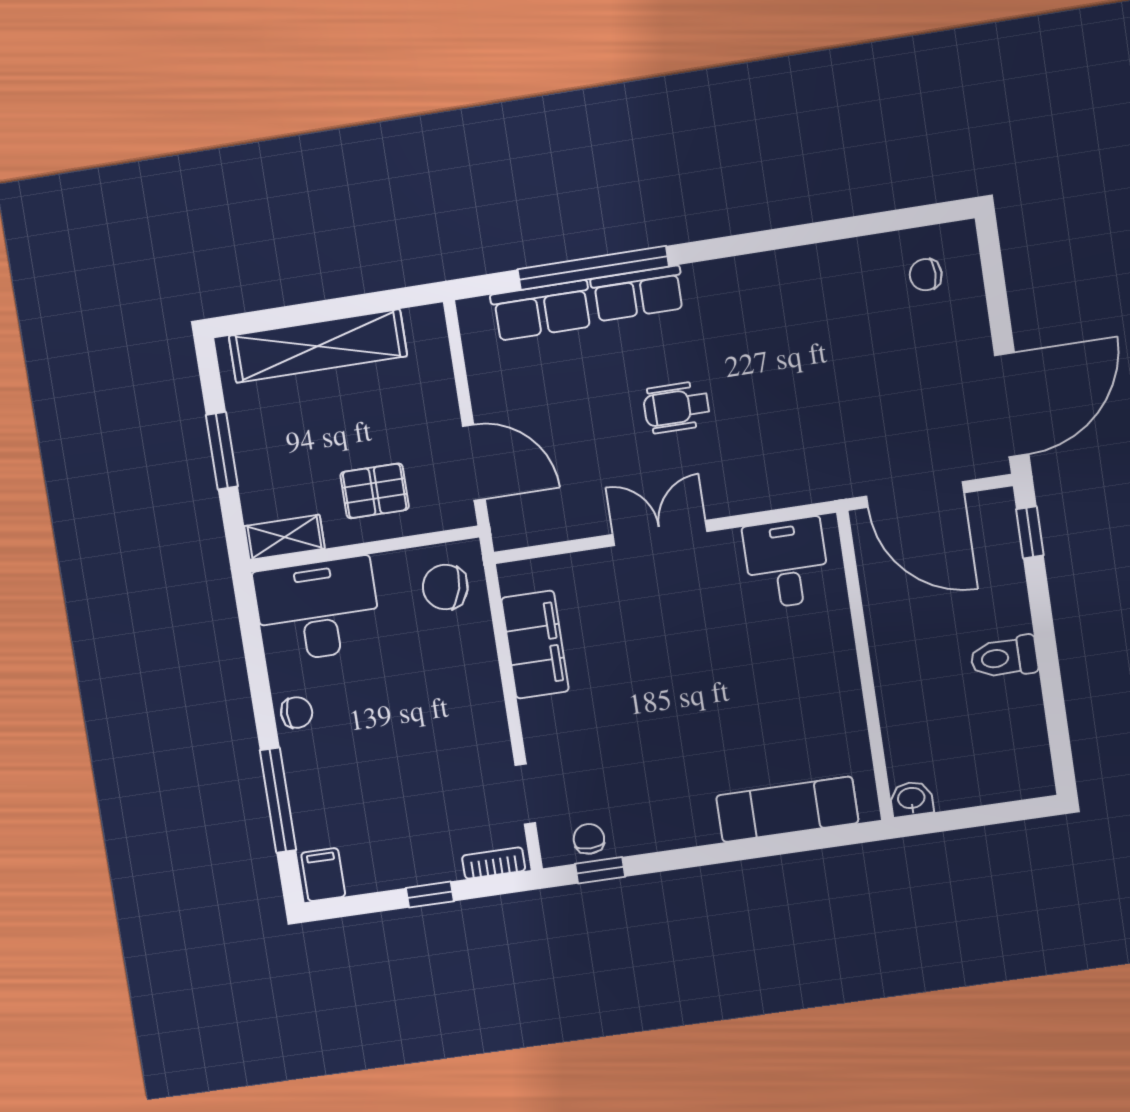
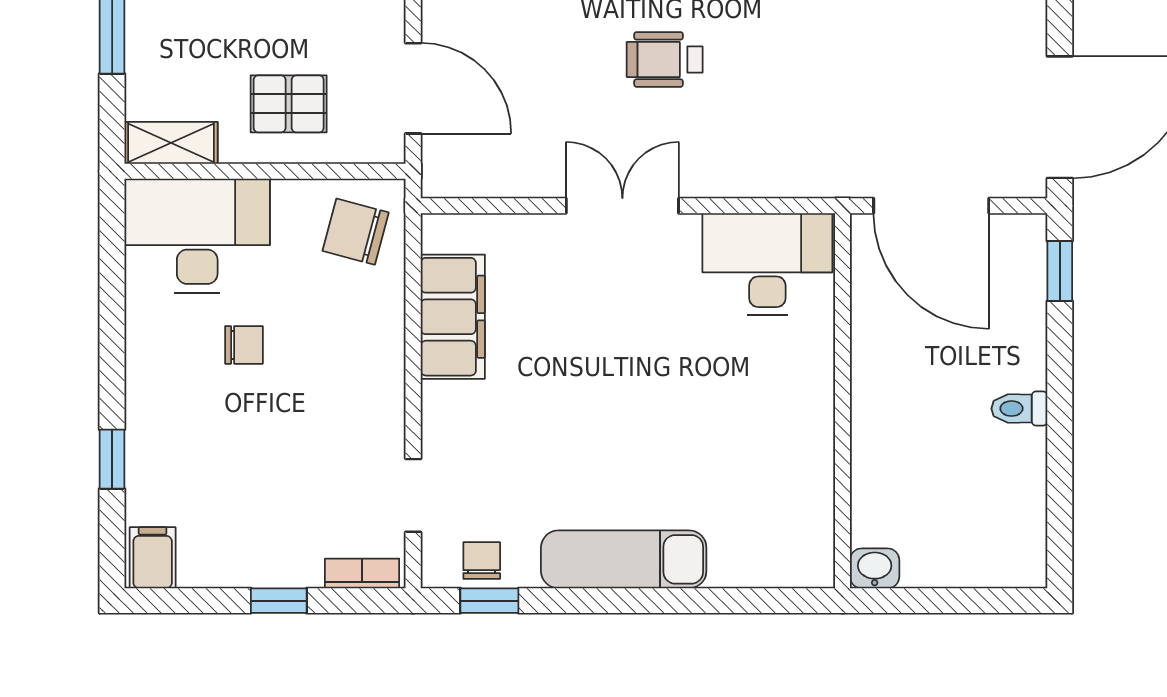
desk: (786, 563) -> (767, 264), width x1.37
toilet: (1004, 657) -> (1019, 409), width x0.73, depth x0.72
chair: (297, 713) -> (244, 345), moved
window: (278, 800) -> (112, 459), width x0.46
exam couch: (787, 809) -> (624, 559), moved

